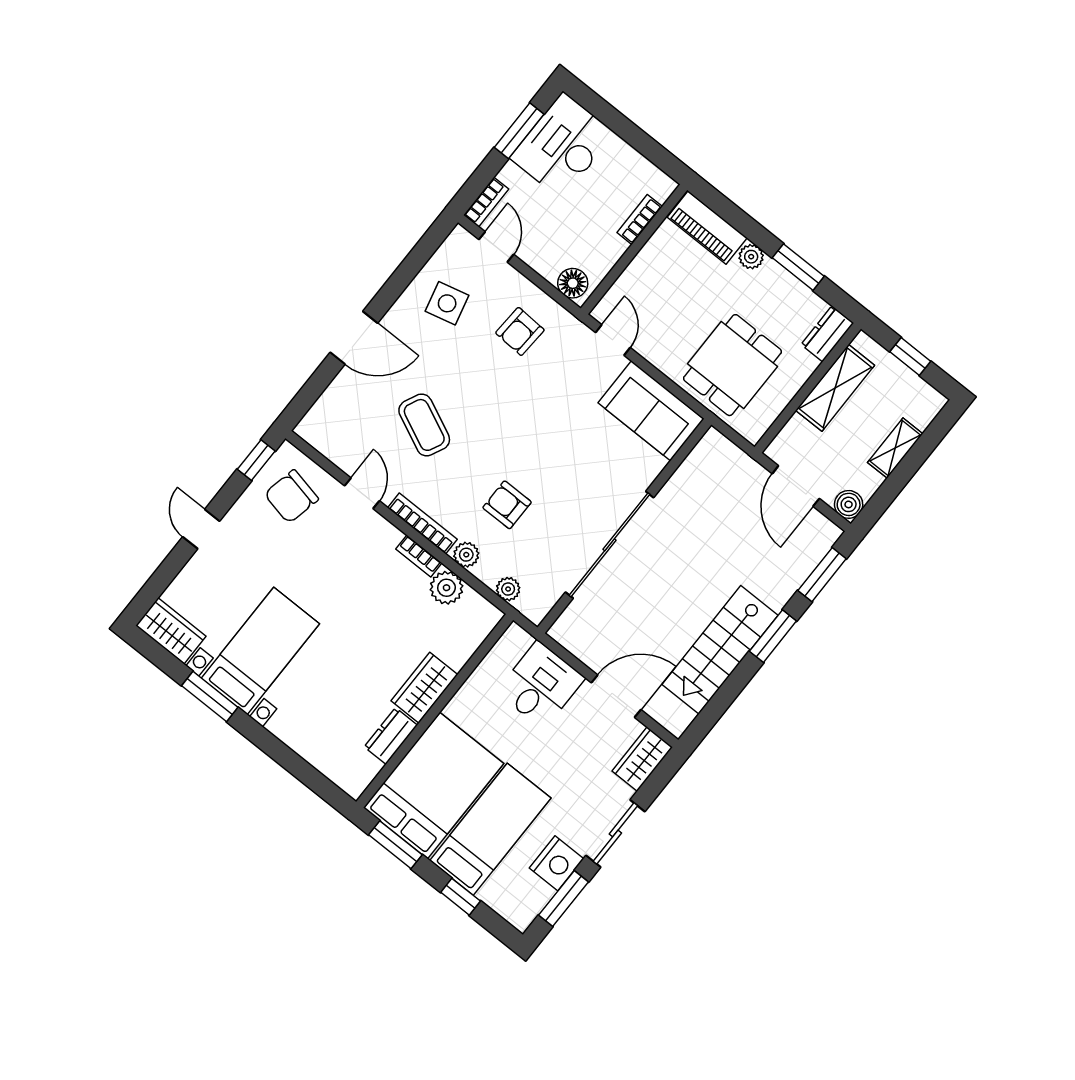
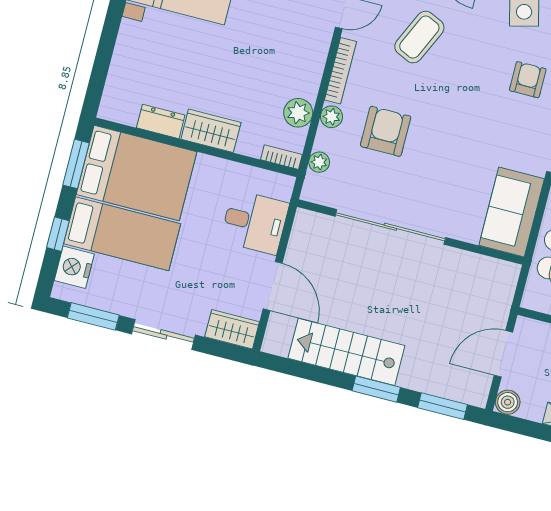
armchair: (520, 331) -> (528, 80), turned 87
armchair: (507, 505) -> (386, 131), width x1.38, depth x1.38
bookcase: (419, 556) -> (281, 157), moved, turned 90
nightstand: (556, 863) -> (74, 267), moved, turned 90

